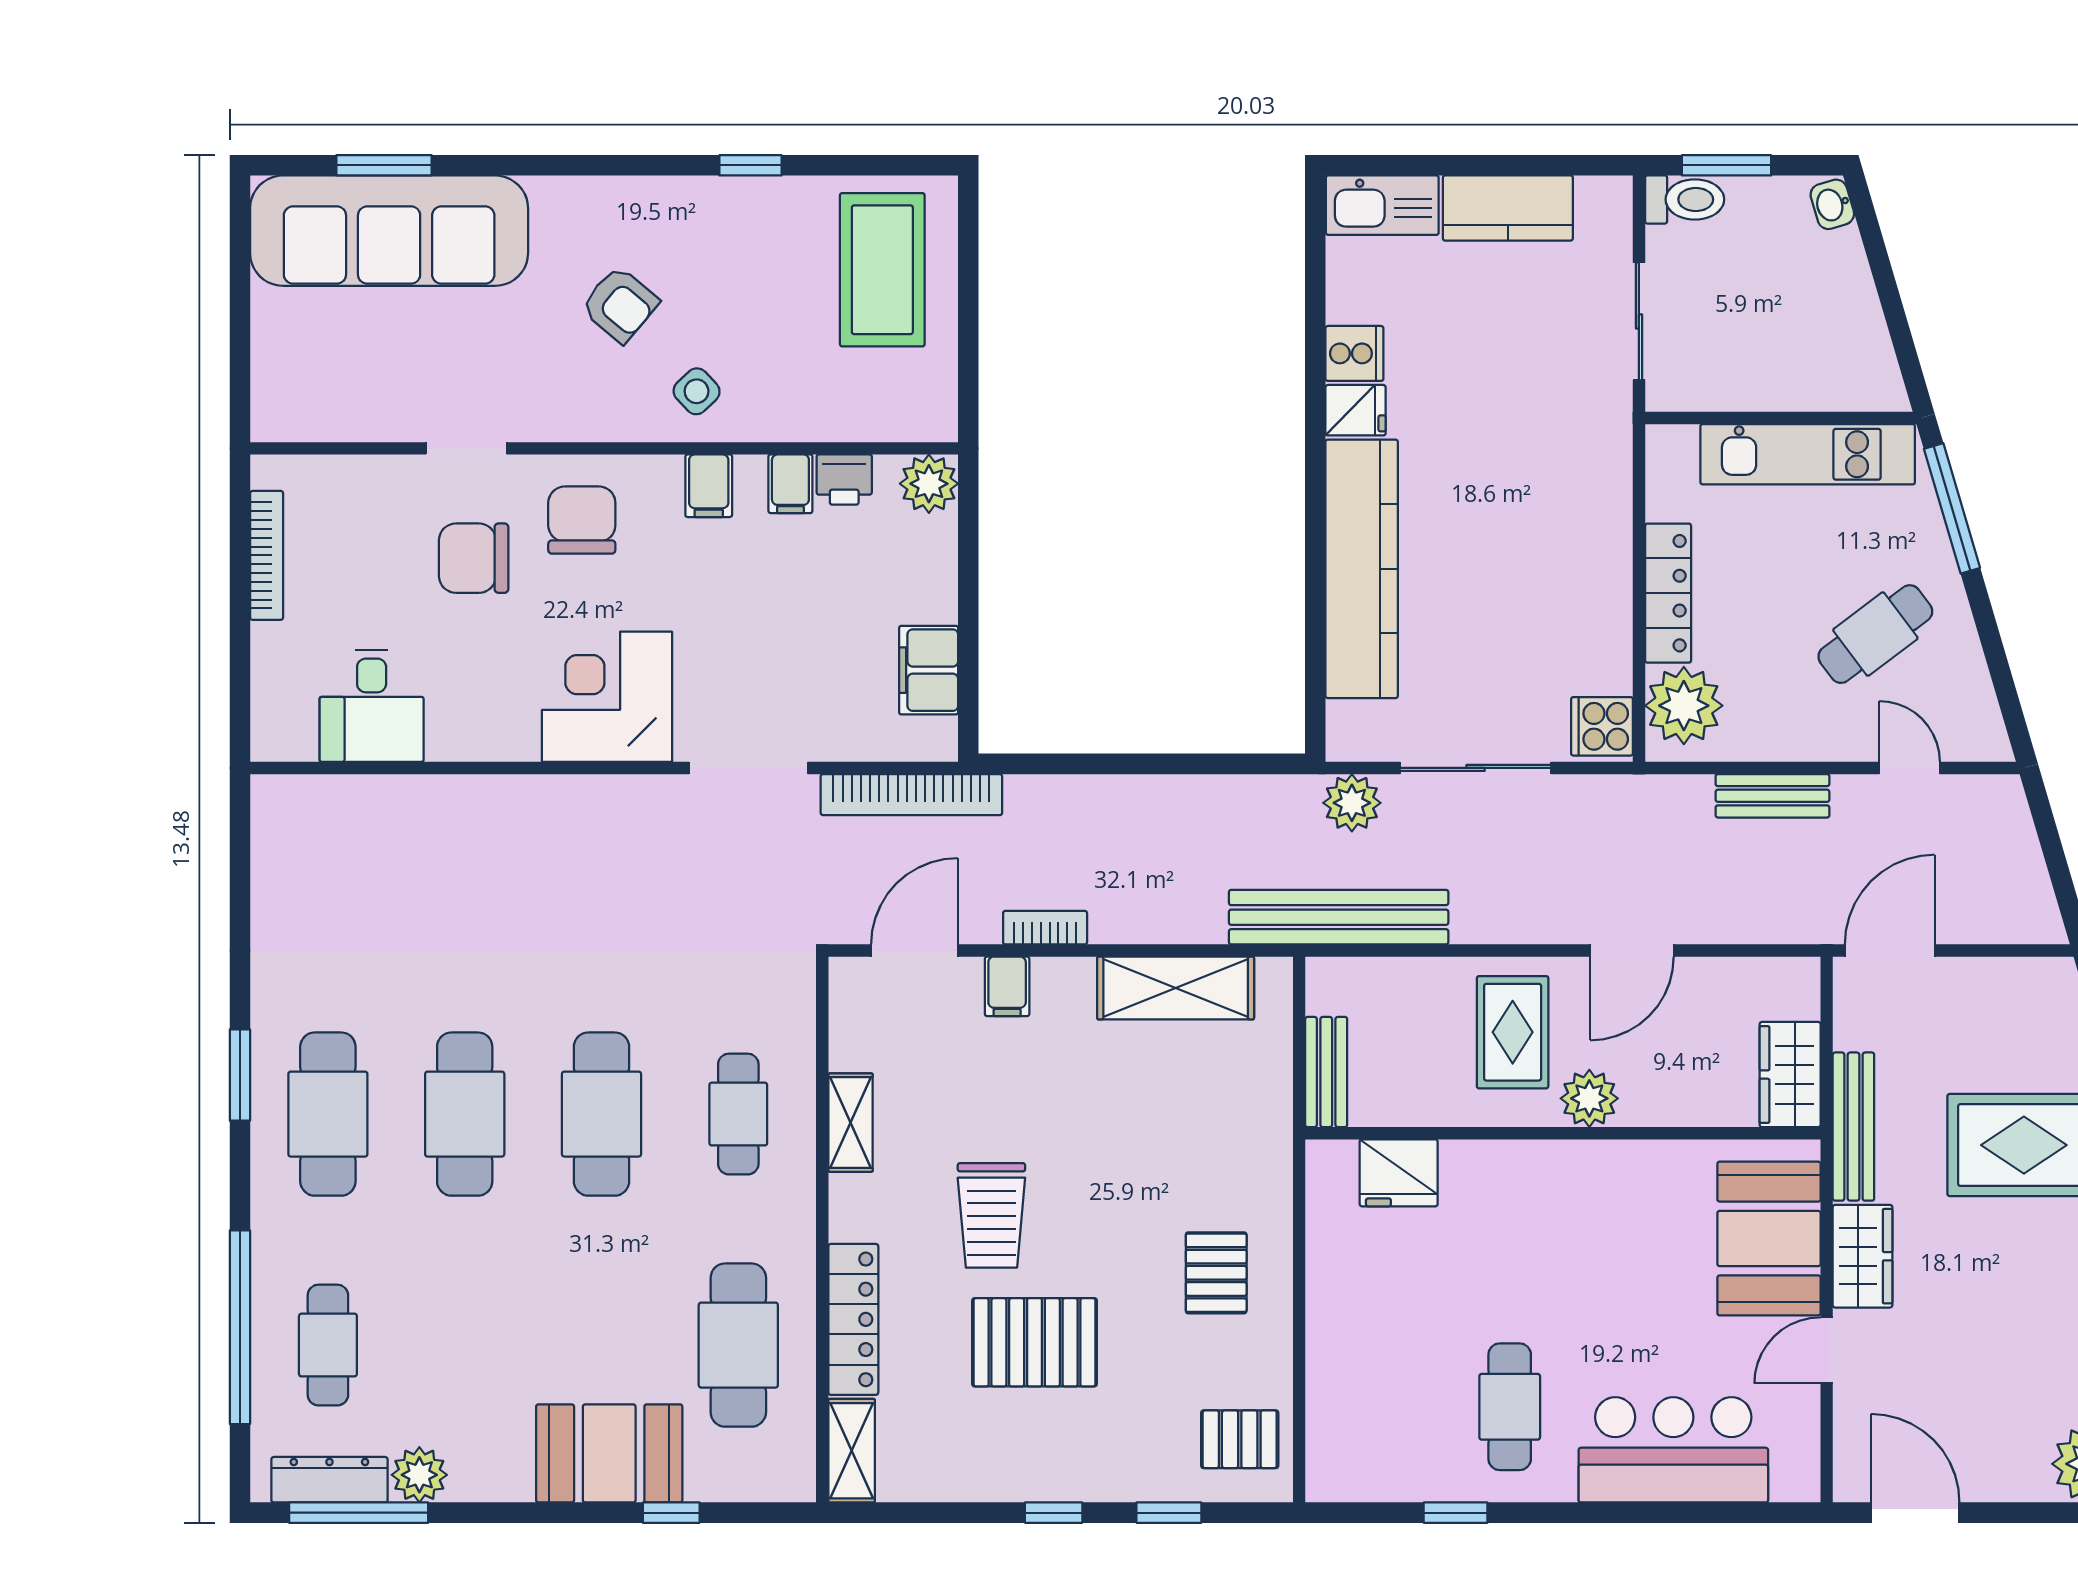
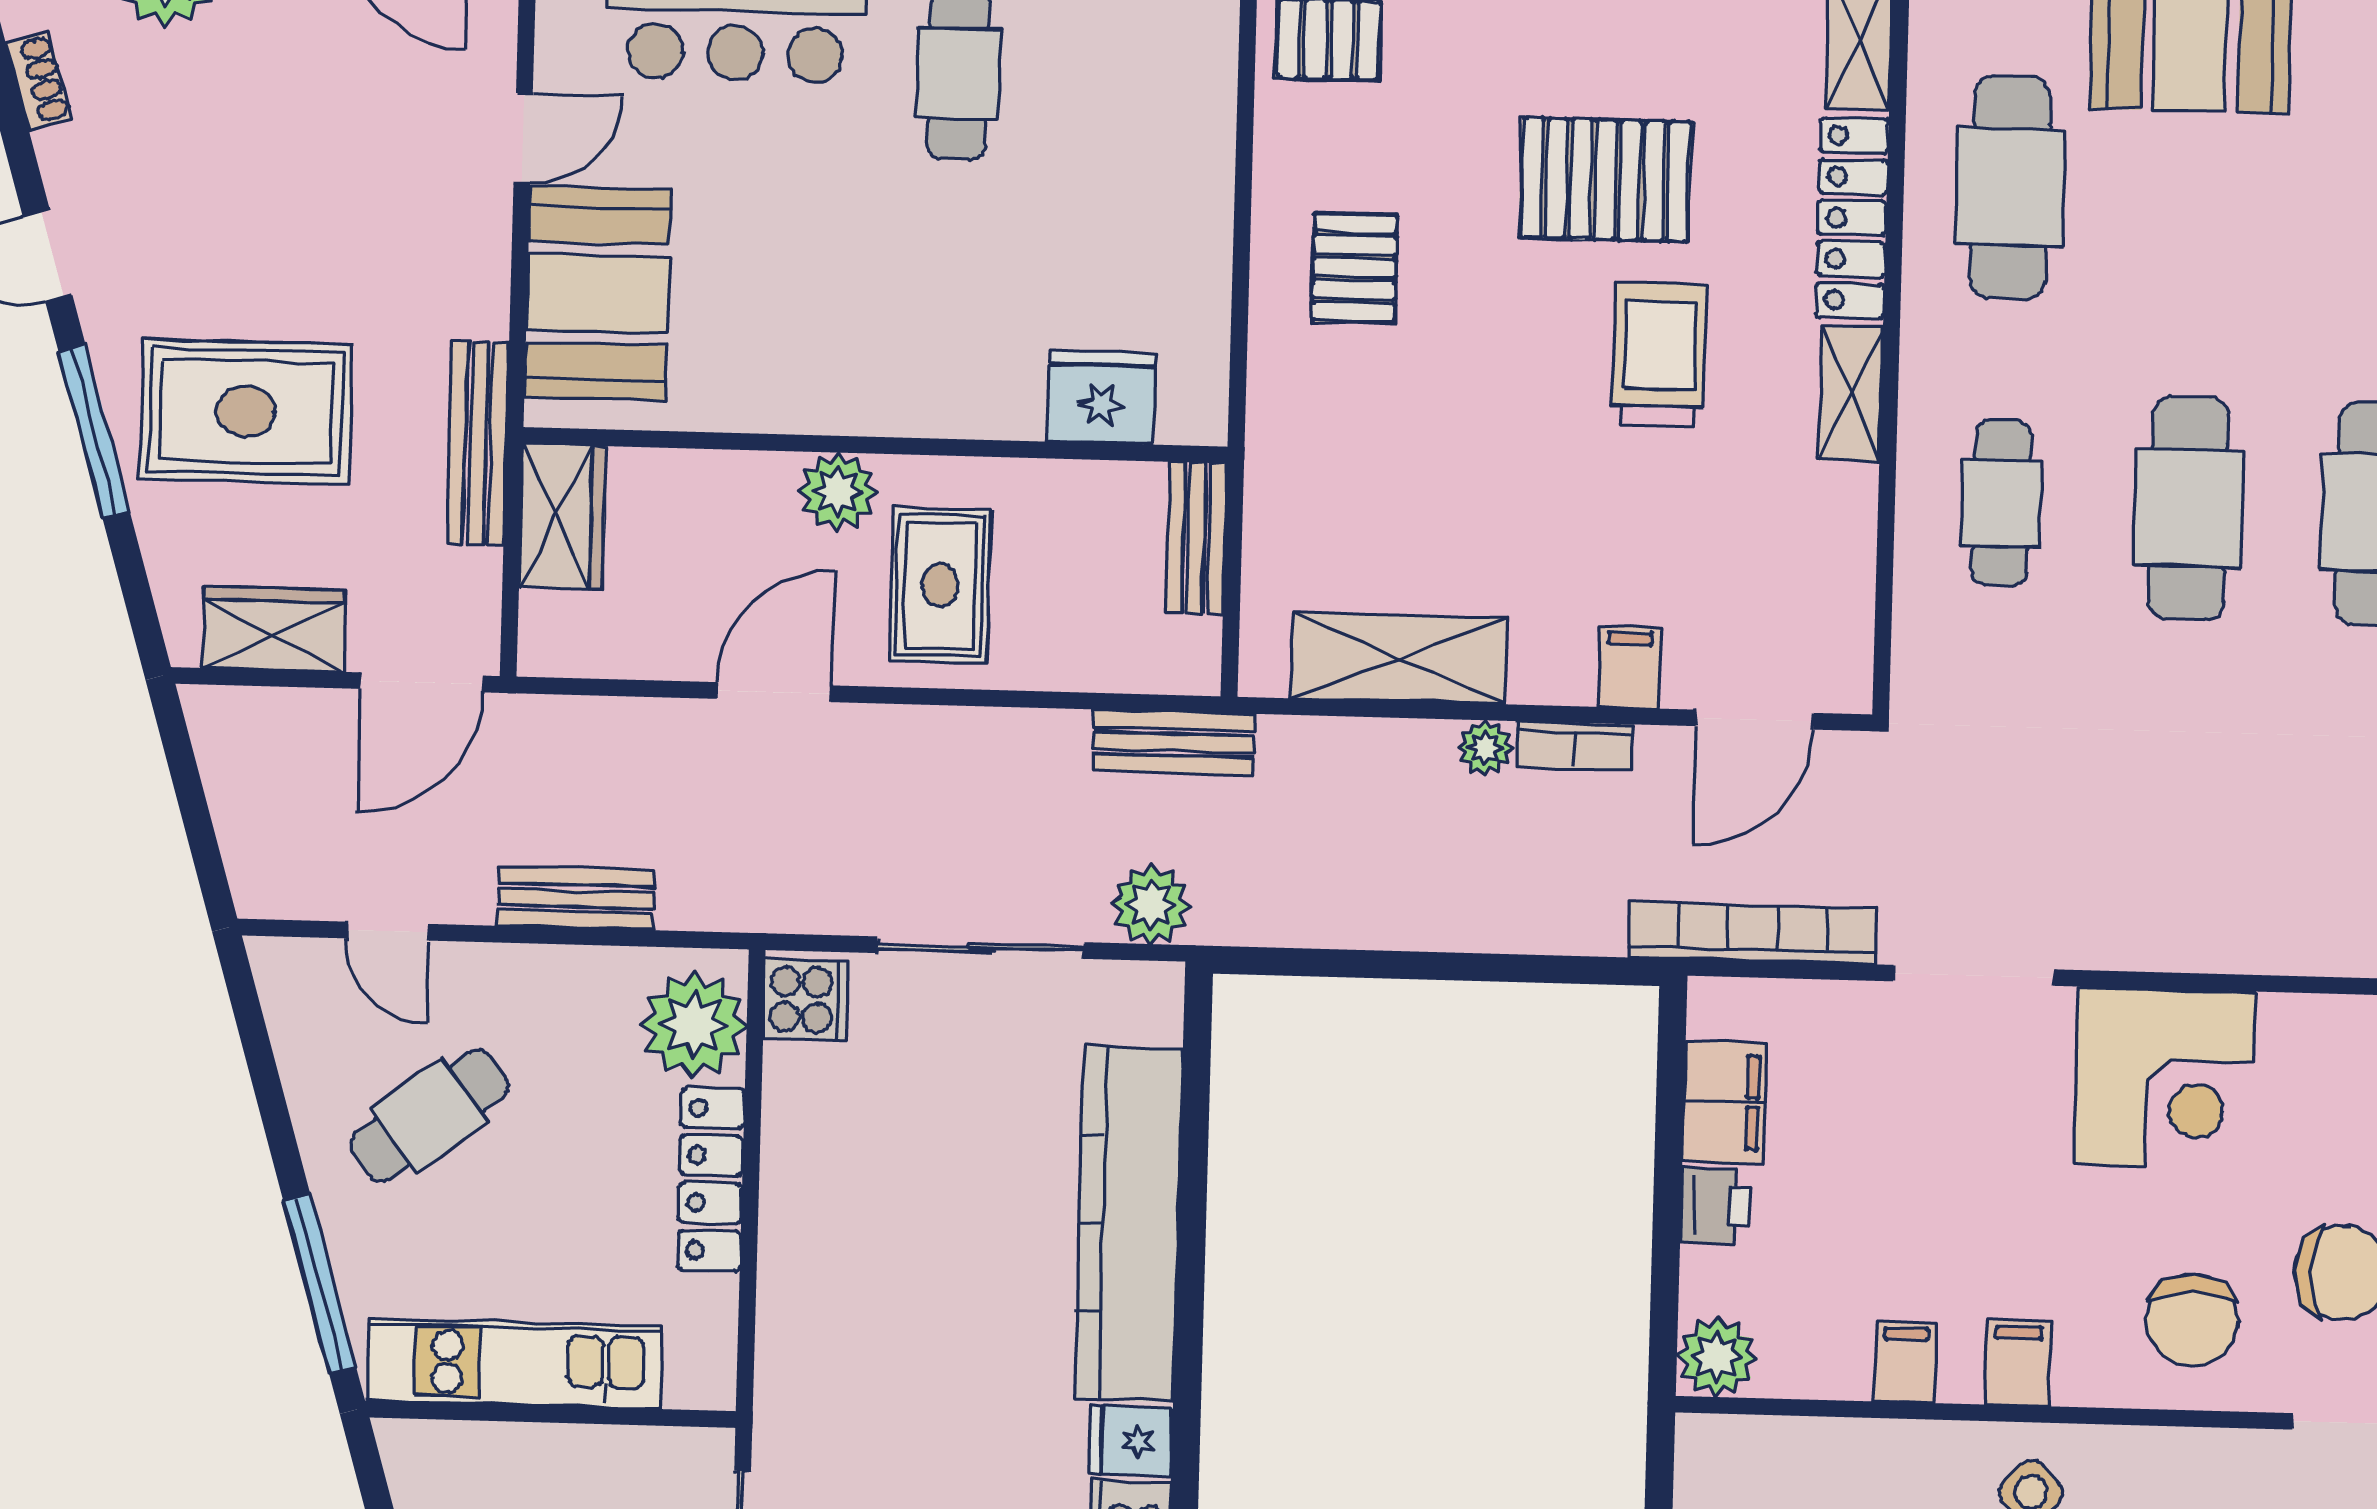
printer: (844, 480) -> (1715, 1206), moved, turned 90
bench: (1339, 917) -> (1174, 742), width x0.54, depth x0.82
plant: (1111, 925) -> (1485, 748), added
shelving: (850, 1123) -> (1851, 394), moved
wardrobe: (1863, 1256) -> (273, 629), moved, turned 90

